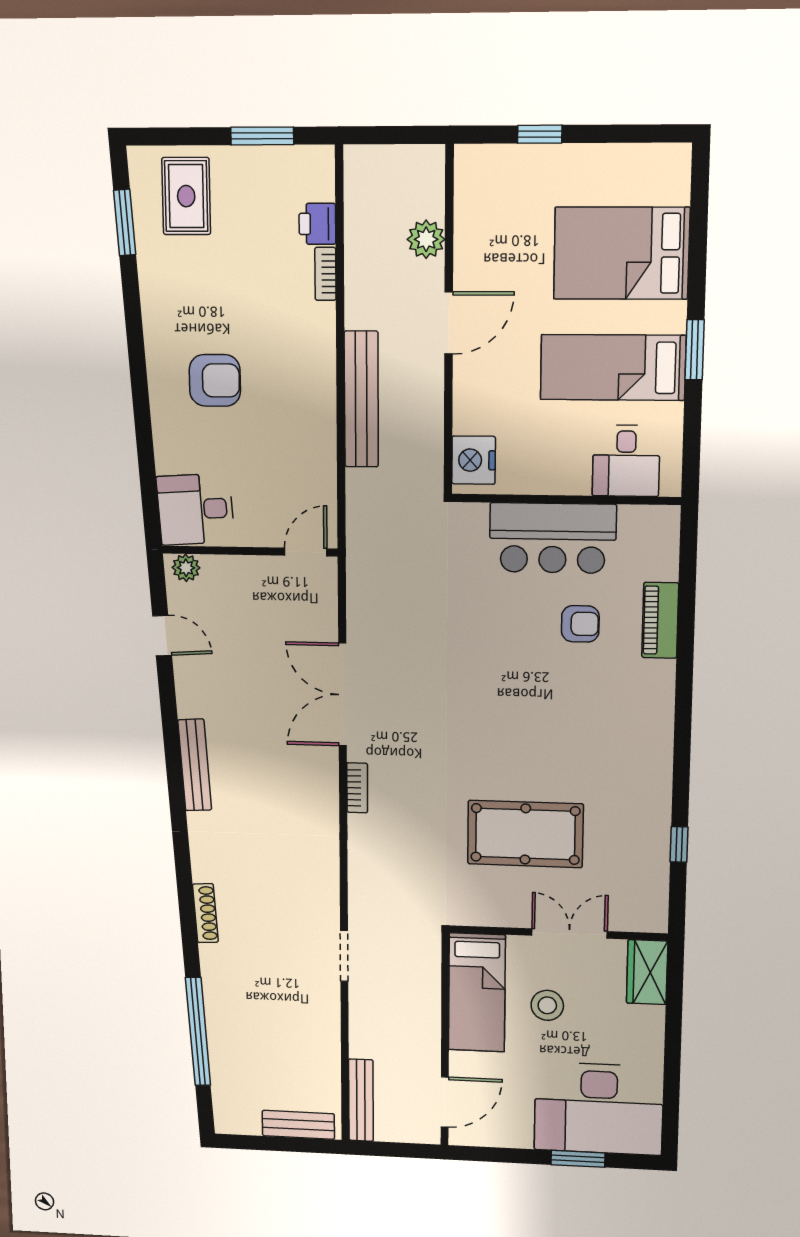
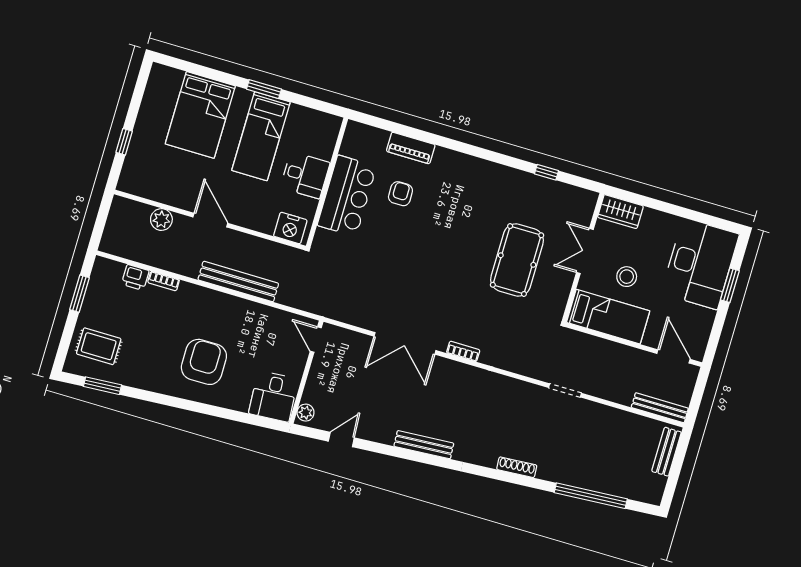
armchair: (215, 380) -> (204, 362), width x1.36, depth x1.36
desk: (626, 461) -> (305, 175), moved

